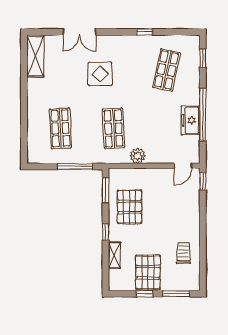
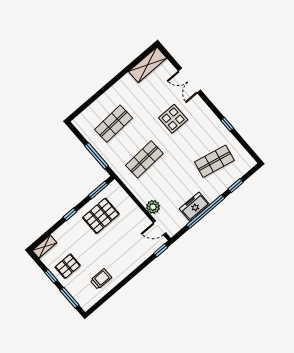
window: (203, 58) -> (236, 186), moved
plant: (138, 156) -> (153, 207), moved
shelving: (114, 255) -> (45, 247), moved
pallet: (148, 272) -> (68, 266), width x0.67, depth x0.71

